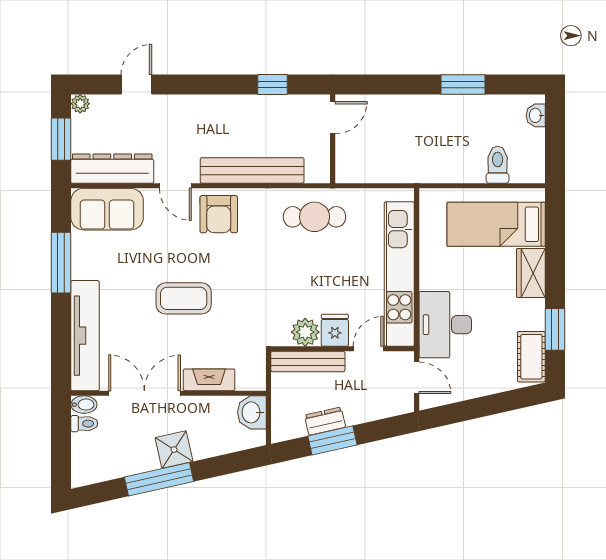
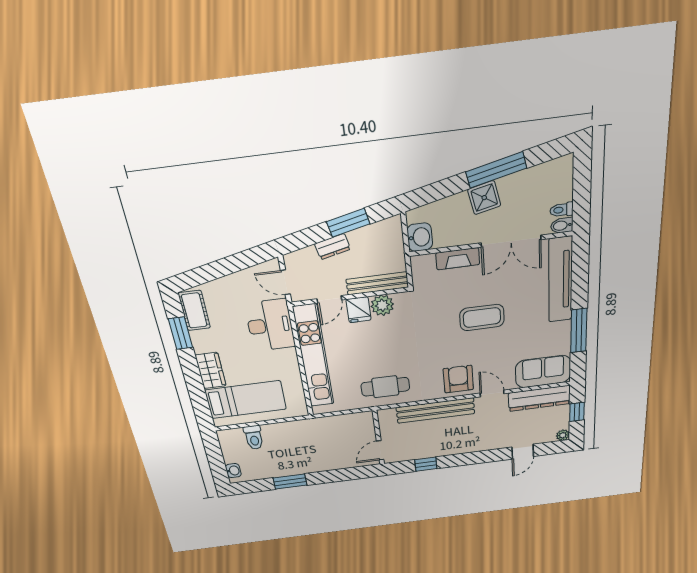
window: (61, 139) -> (577, 412), width x0.67
dresser: (325, 421) -> (333, 247), moved

